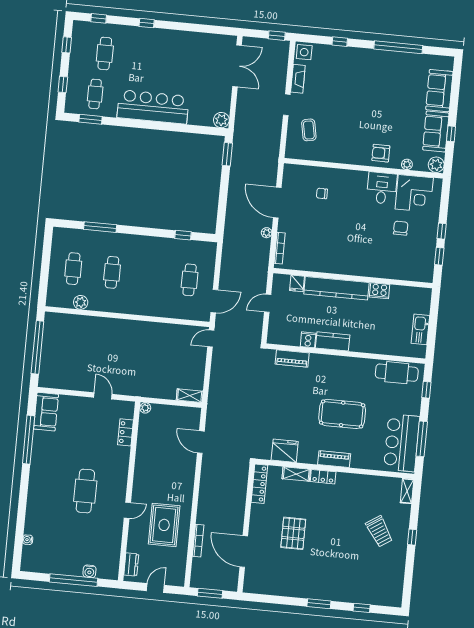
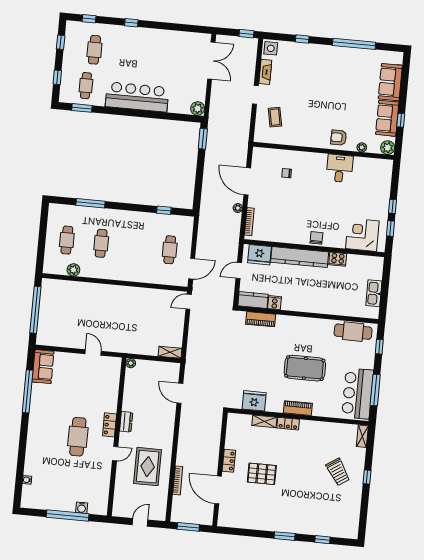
corner desk: (414, 193) -> (362, 235), moved, turned 180
chair: (401, 228) -> (316, 238), moved
fridge: (297, 283) -> (259, 255), width x1.88, depth x1.34
kitchen counter: (333, 341) -> (253, 300), moved
locker: (125, 432) -> (110, 425), moved
locker: (259, 484) -> (229, 461), moved, width x0.66
pallet: (293, 533) -> (262, 474), turned 90
dresser: (131, 565) -> (126, 422), moved

